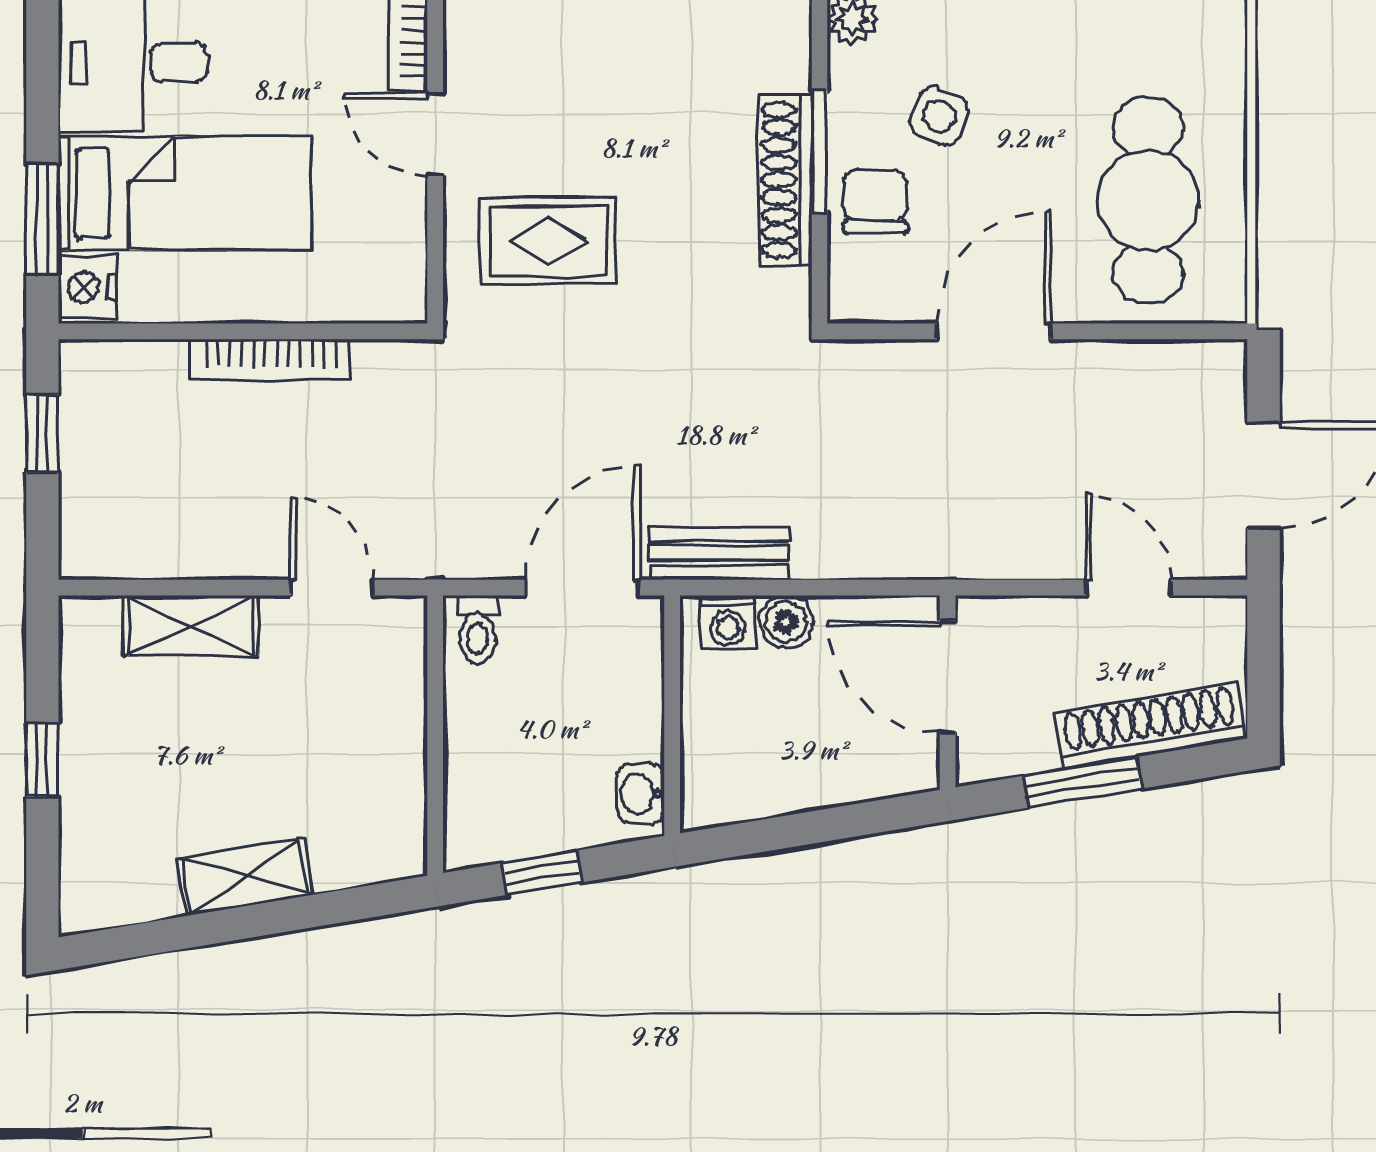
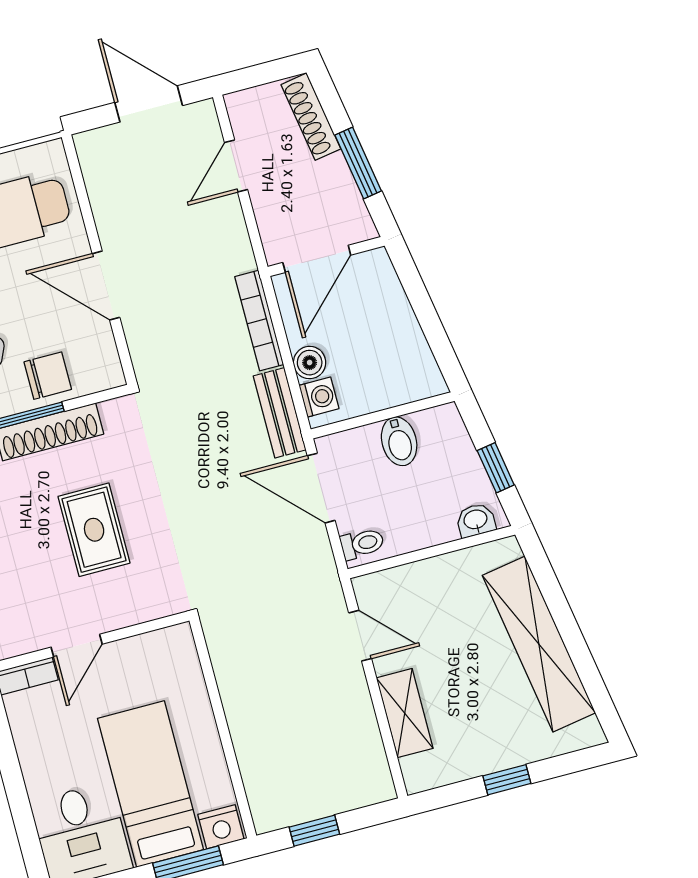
chair: (875, 201) -> (48, 376), turned 180
rug: (548, 241) -> (94, 530), moved
bookcase: (270, 360) -> (259, 321), moved, turned 180
door: (332, 588) -> (360, 636), swing flipped
shoe rack: (1150, 726) -> (311, 117), width x0.74, depth x0.81
bidet: (624, 731) -> (399, 441), added
washbasin: (641, 794) -> (476, 520), moved, turned 180
shelving: (246, 877) -> (539, 644), width x2.20, depth x1.33

